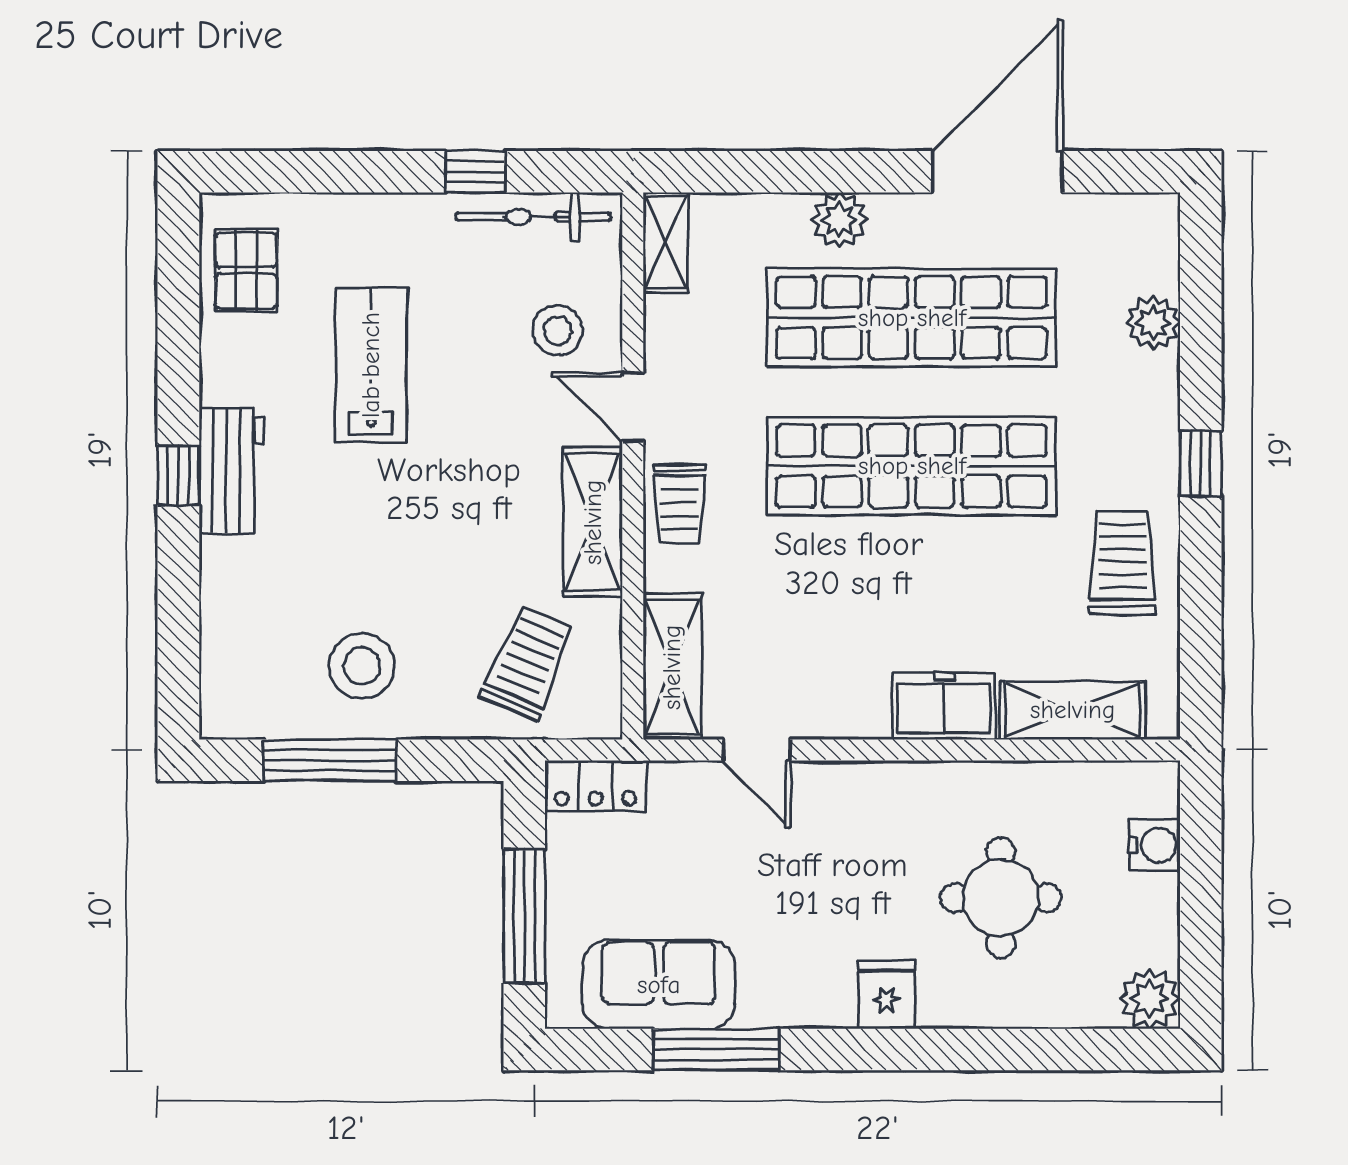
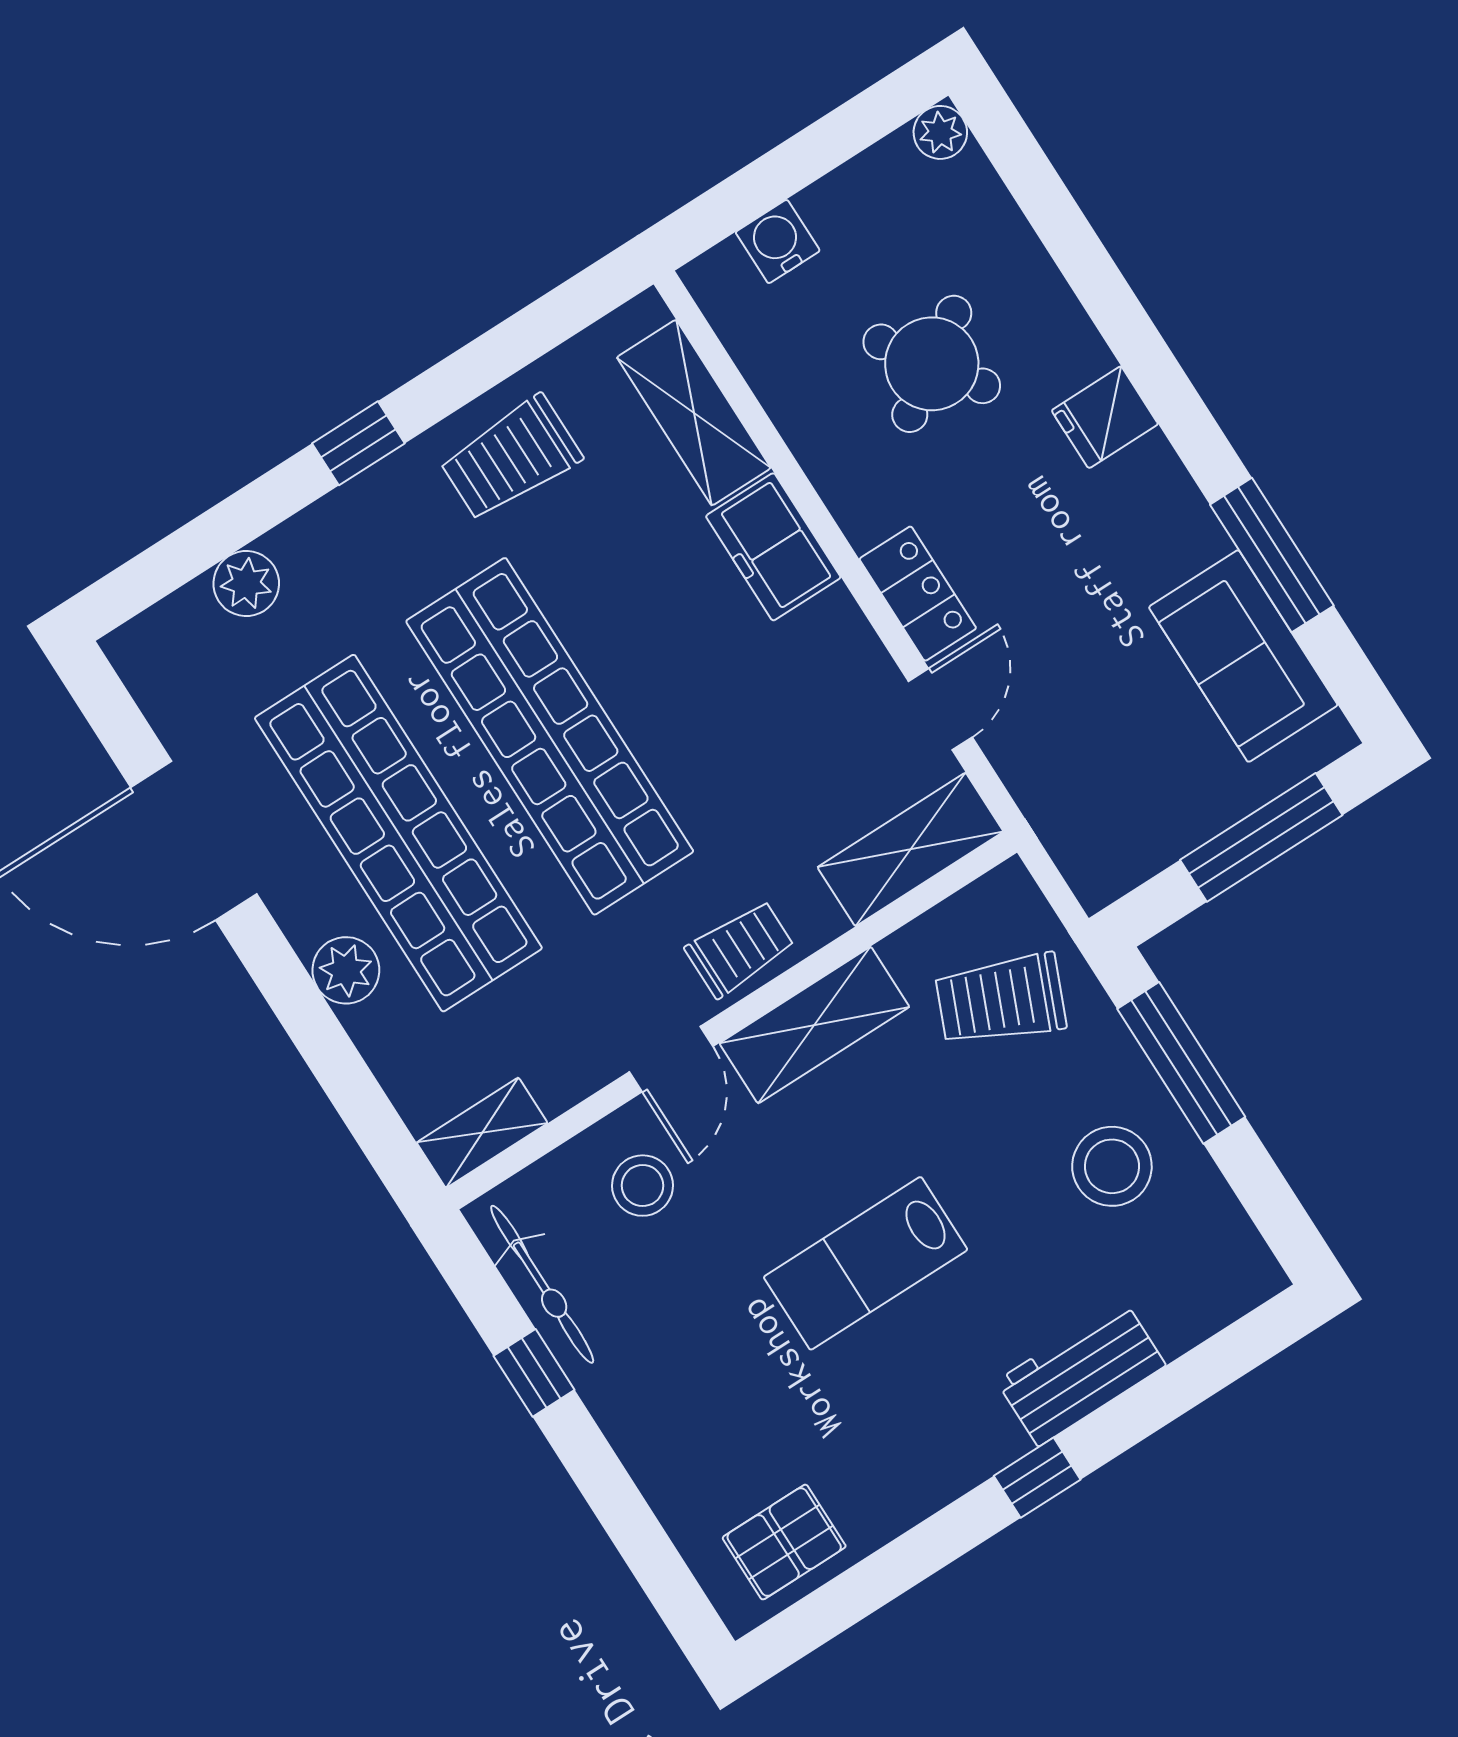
lab bench: (371, 365) -> (866, 1263), moved
workbench: (232, 471) -> (1081, 1373), moved
window: (330, 760) -> (1181, 1063), moved
locker: (595, 786) -> (918, 594), moved
round table: (1001, 898) -> (932, 364), turned -34
plant: (1150, 999) -> (940, 132), width x0.73, depth x0.73

